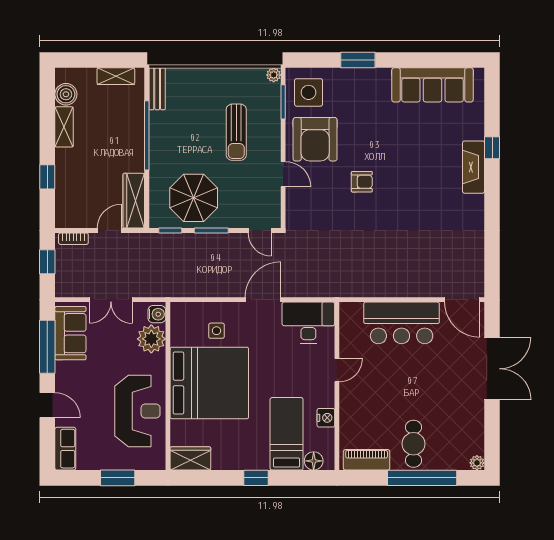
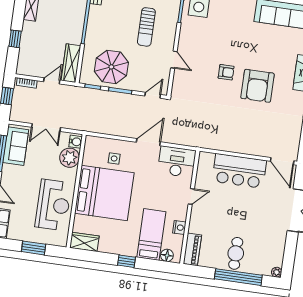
armchair: (315, 139) -> (257, 86), moved
door: (260, 231) -> (153, 95), swing flipped
piano: (367, 460) -> (192, 249), moved, turned 90

